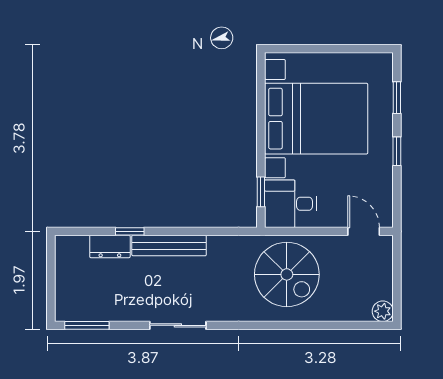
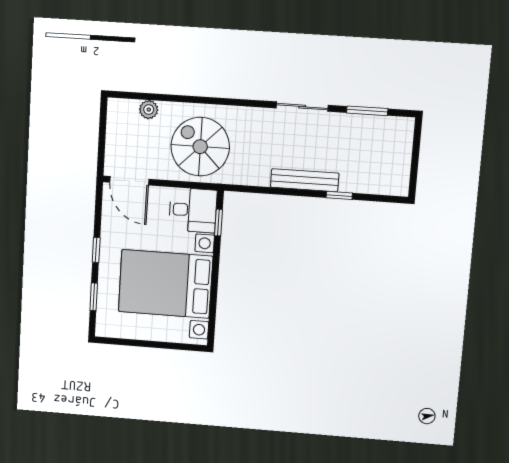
door: (364, 231) -> (129, 181), width x1.38
dresser: (110, 246) -> (359, 183), removed
plant: (383, 311) -> (149, 110), moved
window: (87, 325) -> (367, 111), moved

